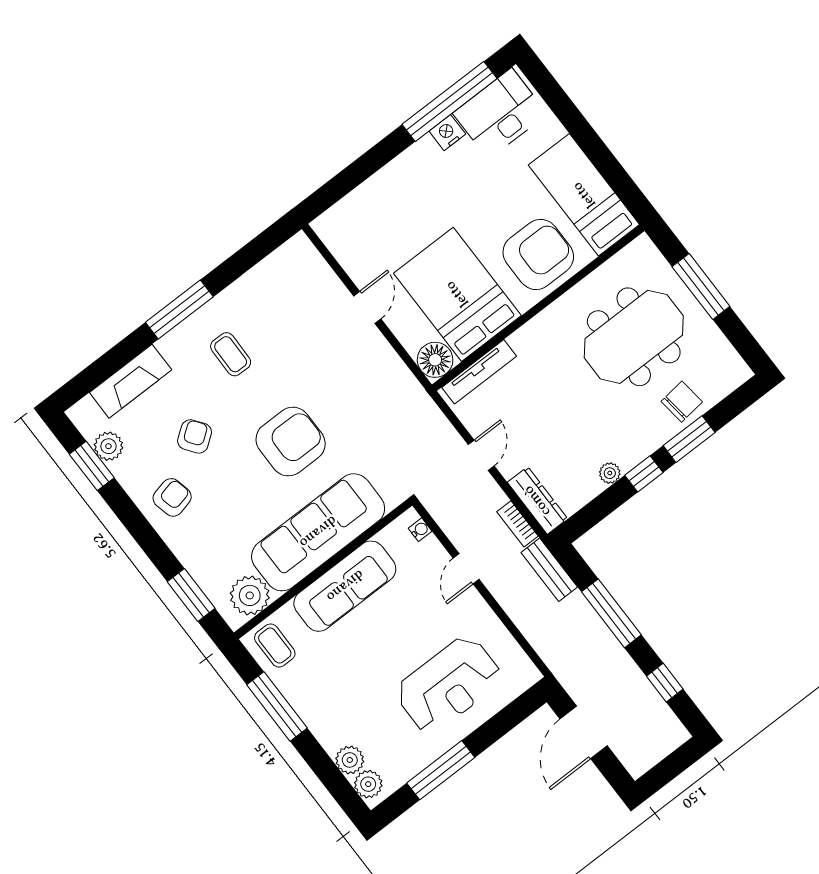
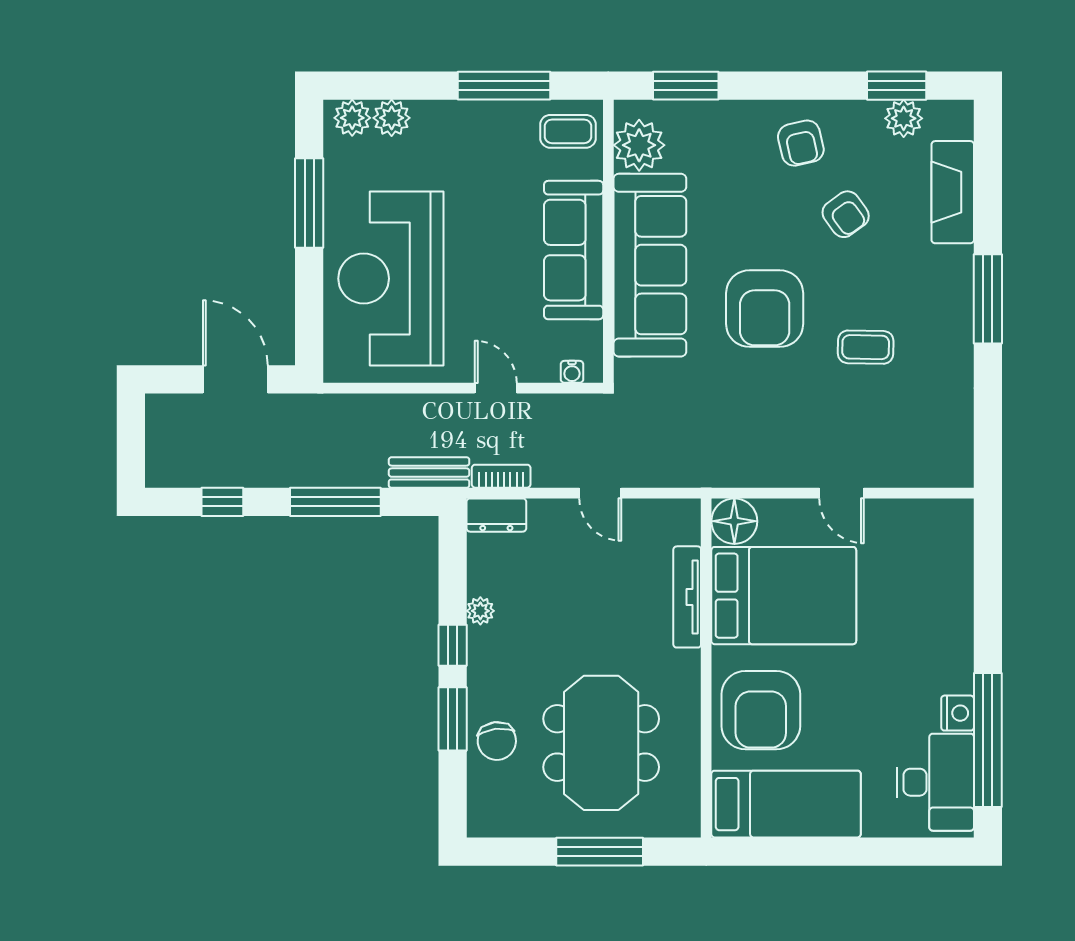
coffee table: (231, 354) -> (866, 347), moved
tv unit: (479, 372) -> (687, 597), moved
dresser: (537, 501) -> (496, 515), width x0.70
reception desk: (448, 685) -> (391, 279), width x1.36, depth x1.30

